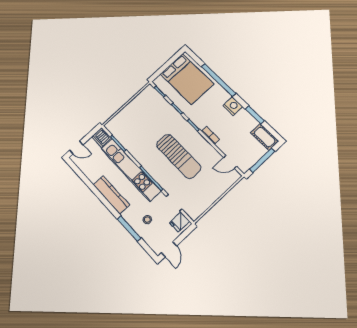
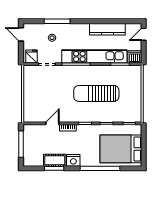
cot: (265, 137) -> (55, 160), moved
sun lounger: (179, 156) -> (96, 93), moved
door: (230, 162) -> (52, 123), moved
kitchen counter: (111, 195) -> (107, 29), moved

